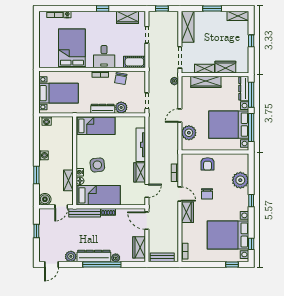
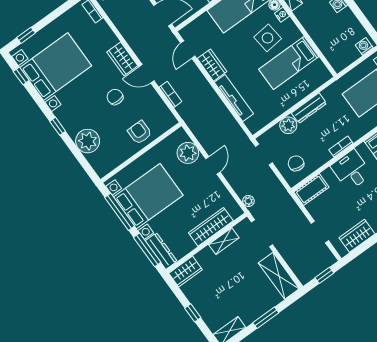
wardrobe: (225, 67) -> (186, 271), moved
chair: (121, 78) -> (296, 163), moved
bed: (96, 126) -> (289, 63), moved

